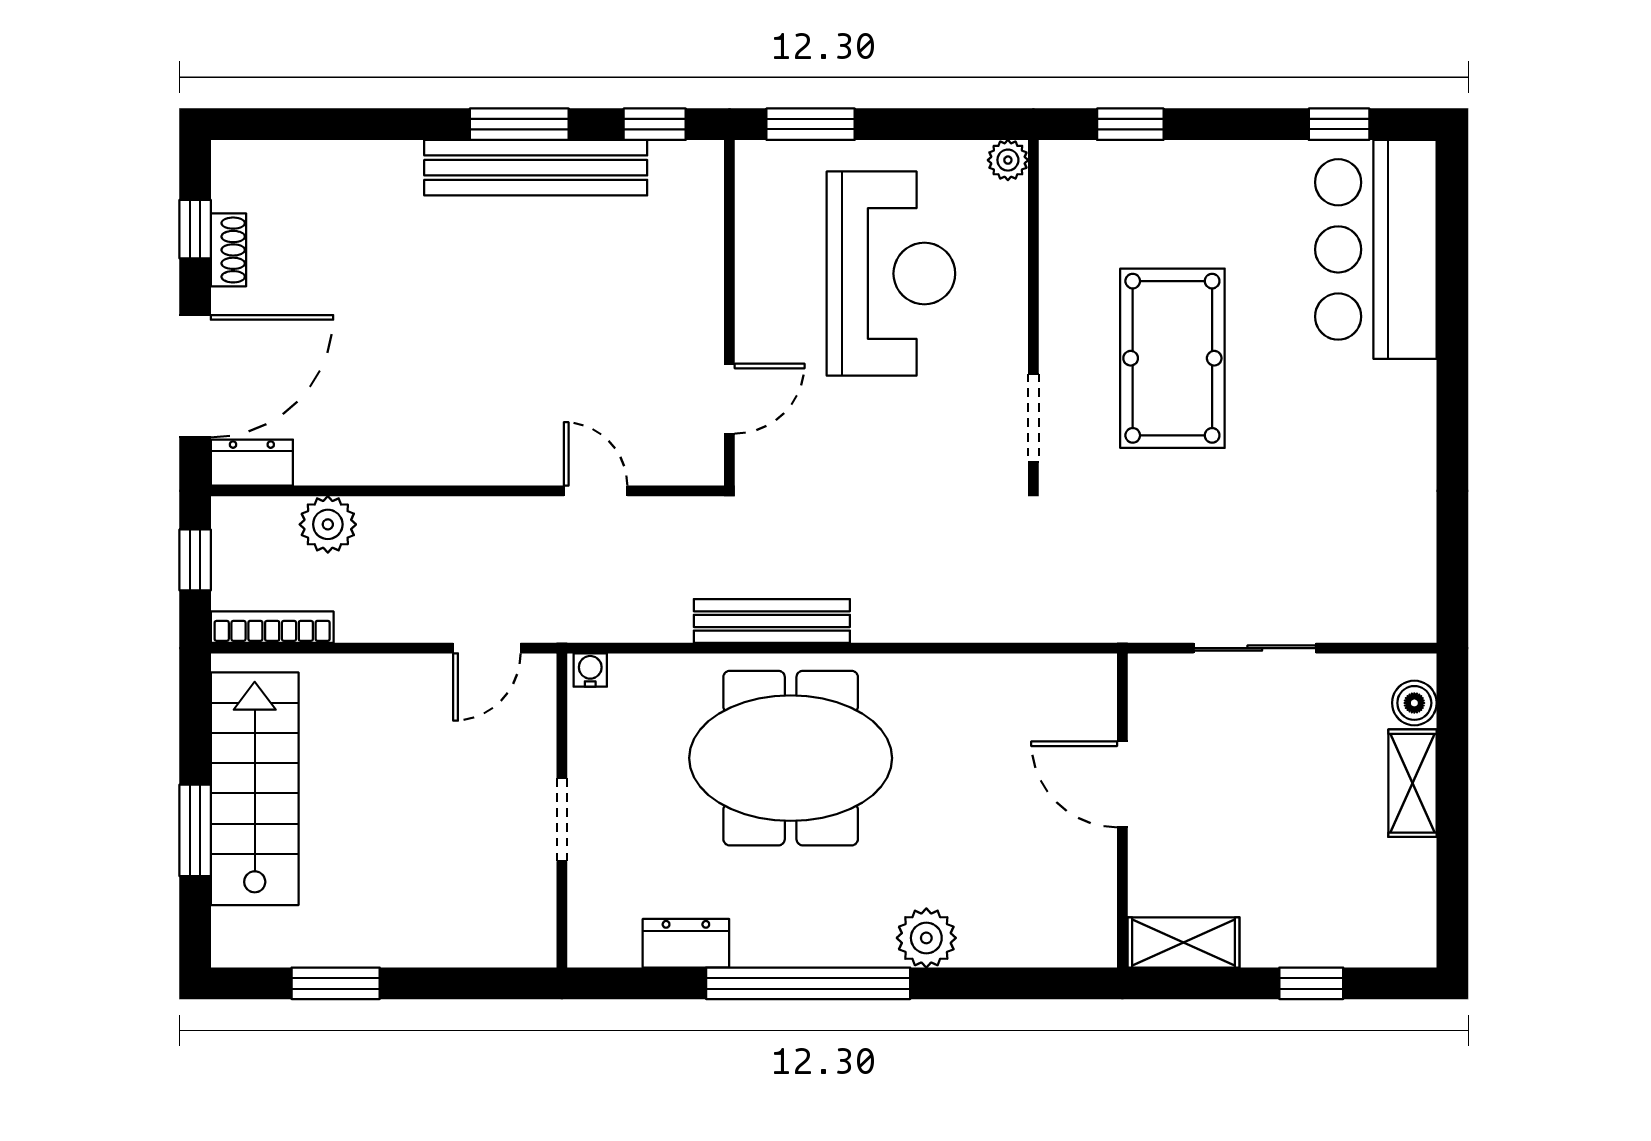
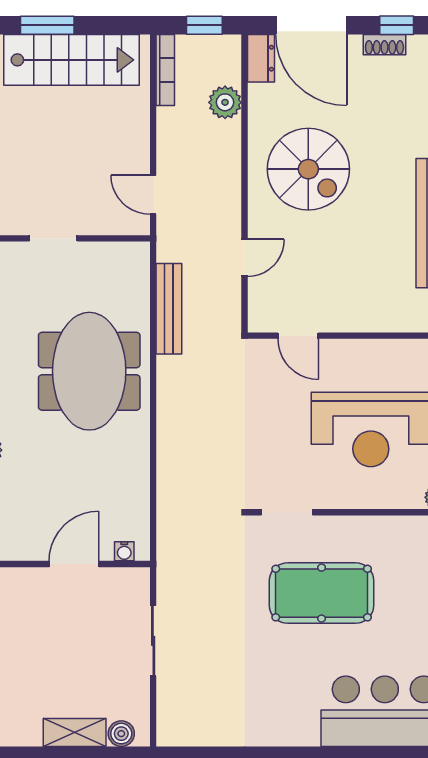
spiral stairs: (443, 381) -> (308, 169), added
bench: (772, 621) -> (169, 309), moved
water cooler: (590, 670) -> (124, 551), moved, turned 90

